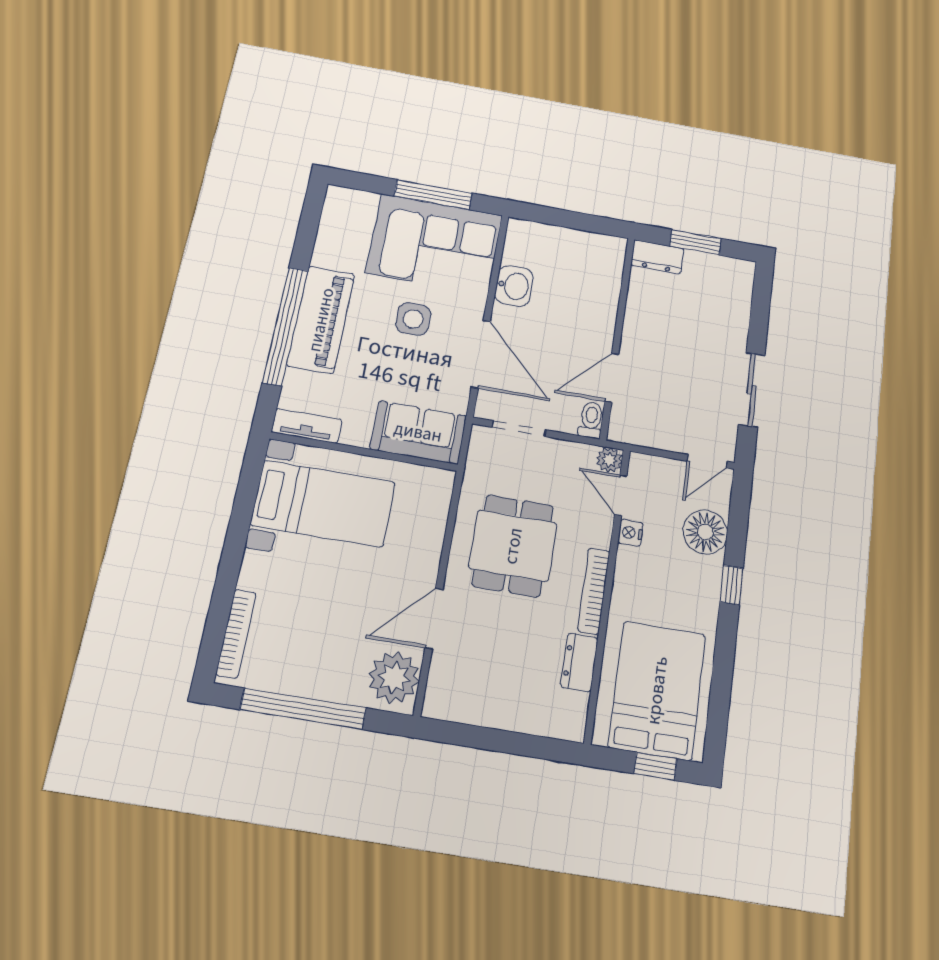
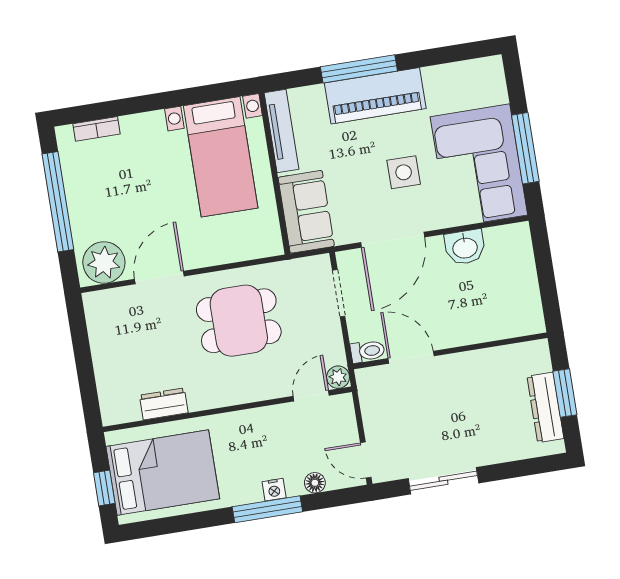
dresser: (657, 257) -> (545, 407), moved, width x1.44
window: (285, 326) -> (359, 69), width x0.68
tv unit: (307, 426) -> (282, 131), width x1.41
floor lamp: (705, 532) -> (315, 483), width x0.53, depth x0.53
nightstand: (631, 533) -> (274, 490), moved, turned 180
window: (732, 585) -> (267, 509), width x2.17
bookcase: (594, 591) -> (224, 398), removed
door: (434, 619) -> (159, 278), hinge flipped
bookcase: (236, 634) -> (97, 129), width x0.64

